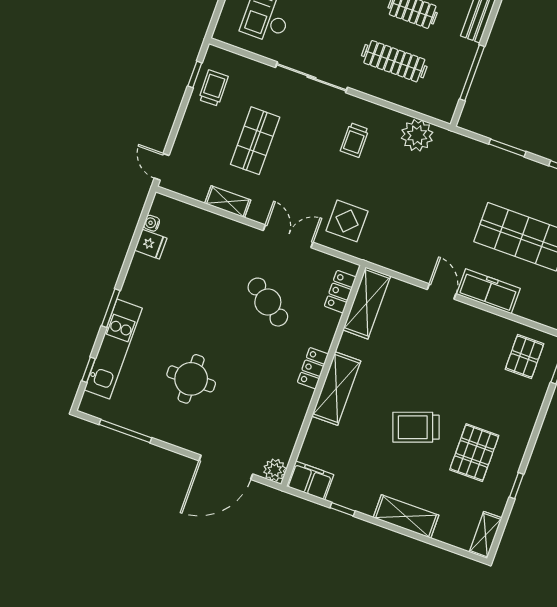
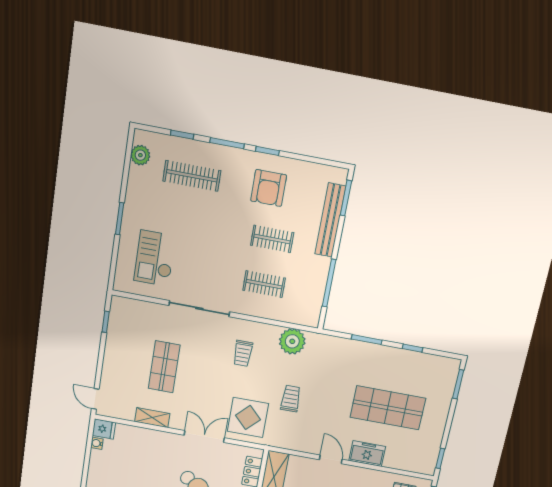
clothes rail: (394, 61) -> (264, 284), width x0.73
trolley: (213, 88) -> (291, 399), moved
display table: (347, 221) -> (248, 417), width x1.36, depth x1.36
fridge: (151, 244) -> (104, 429), moved
freezer: (488, 291) -> (367, 453), width x0.71

